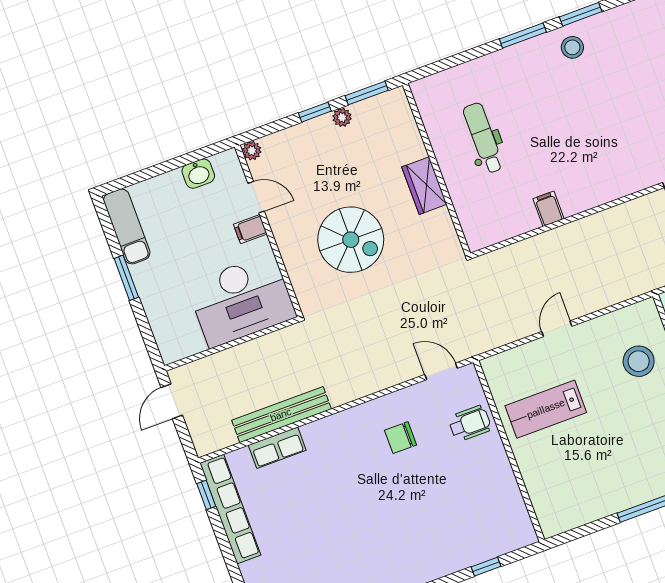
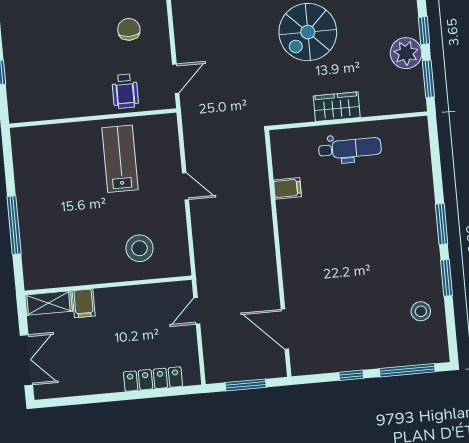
stool: (572, 47) -> (421, 311), moved
plant: (342, 117) -> (406, 53), width x1.87, depth x1.87
dental chair: (483, 138) -> (350, 148), moved
filing cabinet: (548, 209) -> (287, 188), moved

